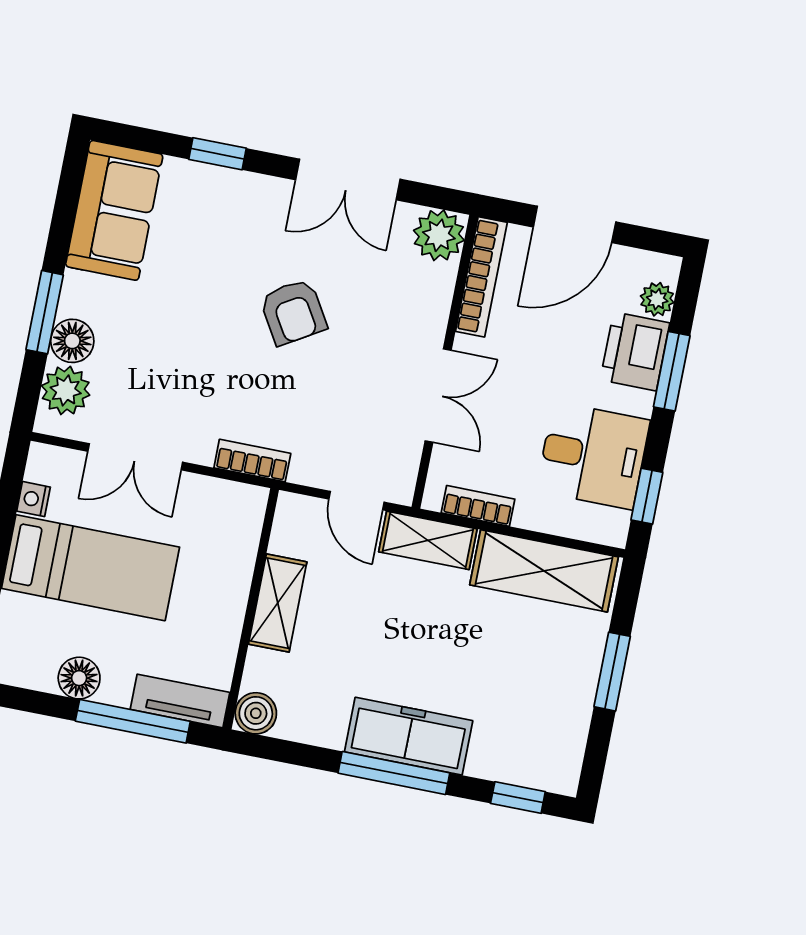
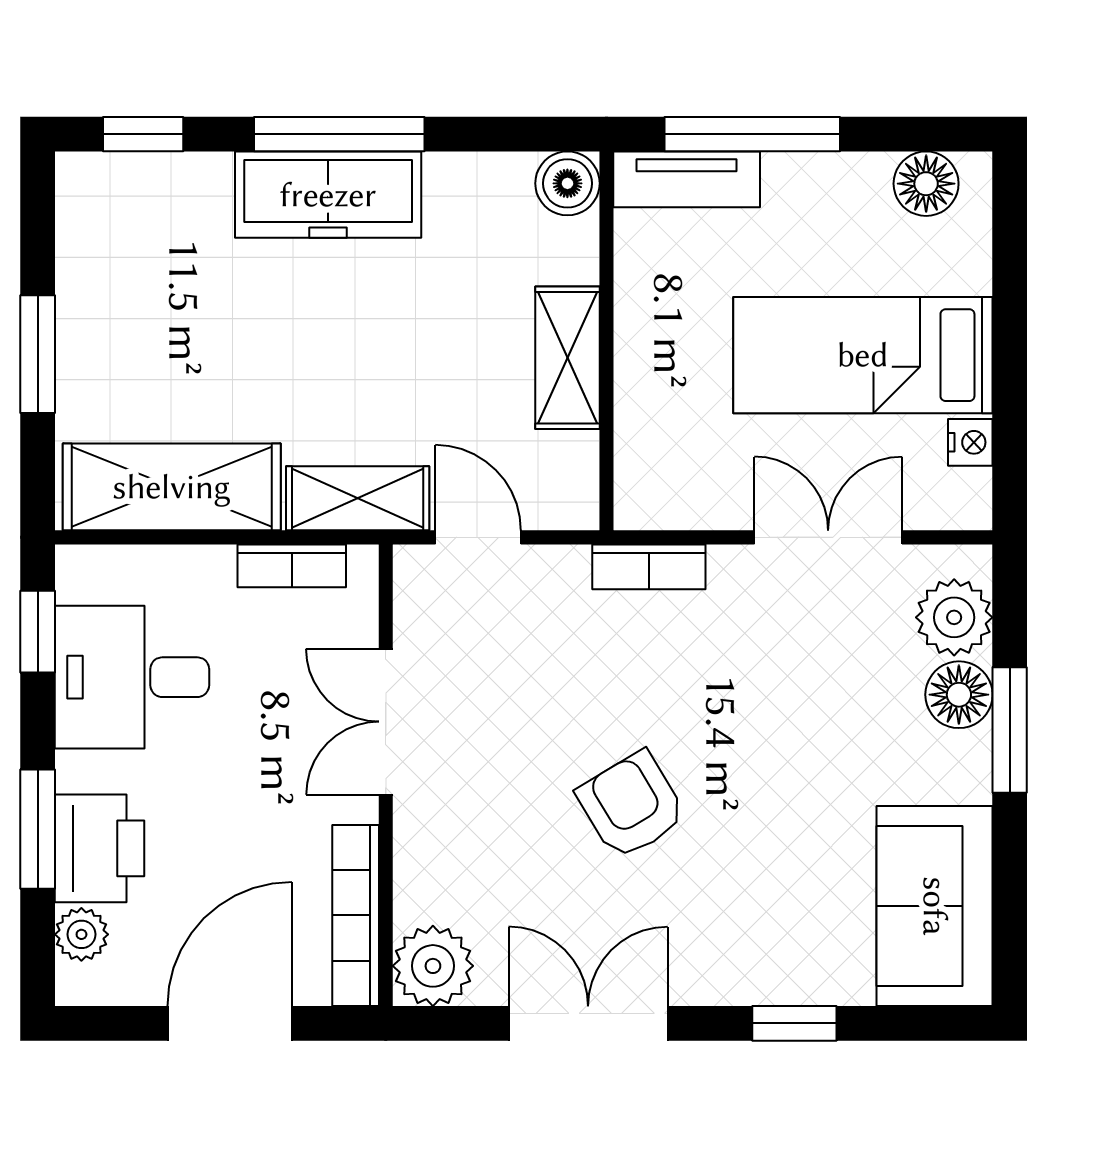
floor lamp: (79, 678) -> (926, 184), moved

